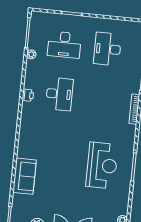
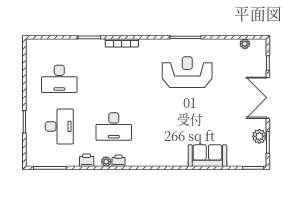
plant: (31, 54) -> (106, 162), moved
printer: (31, 66) -> (87, 160), added
desk: (59, 94) -> (114, 126), turned 180

